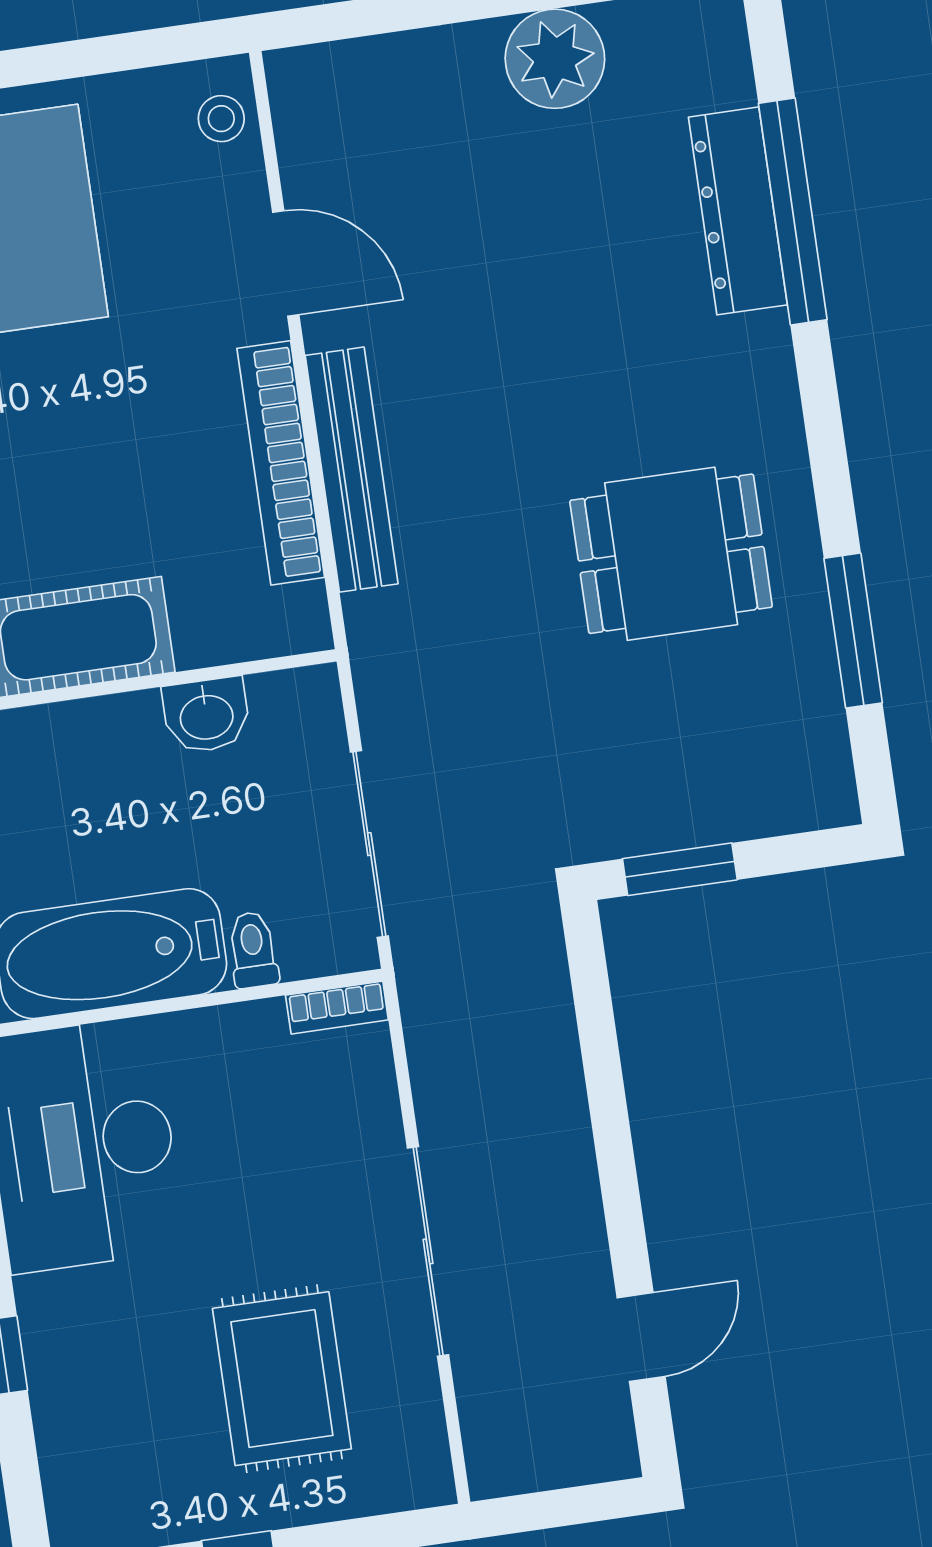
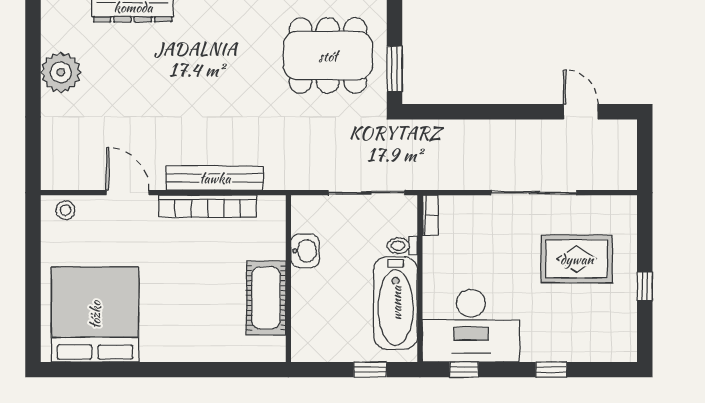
door: (286, 264) -> (128, 193), hinge flipped
dining table: (671, 554) -> (328, 56), moved, width x1.38

